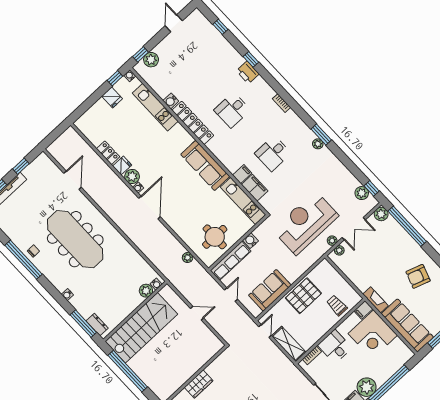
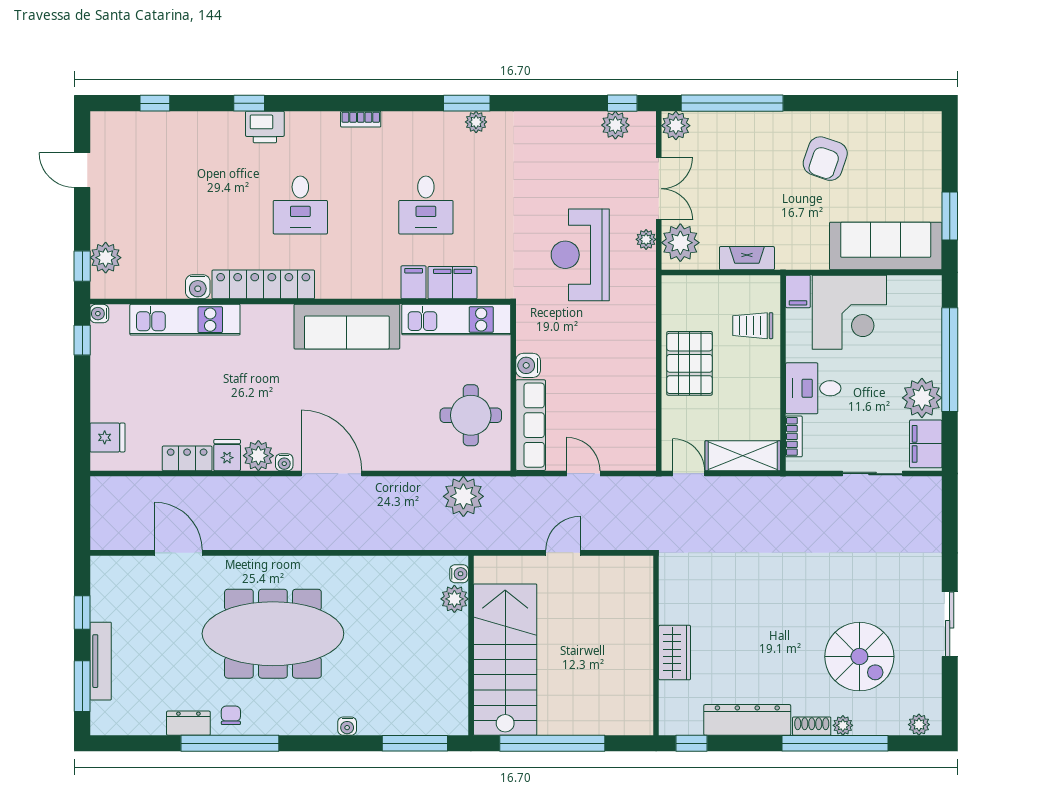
fridge: (112, 97) -> (107, 437), moved
reception desk: (306, 223) -> (580, 255), width x0.74, depth x0.77
plant: (339, 250) -> (680, 243), width x1.87, depth x1.87
plant: (188, 258) -> (463, 496), width x1.88, depth x1.88
sofa: (270, 290) -> (633, 407), removed
fireplace: (376, 300) -> (747, 258), moved
dresser: (97, 324) -> (188, 723), moved

